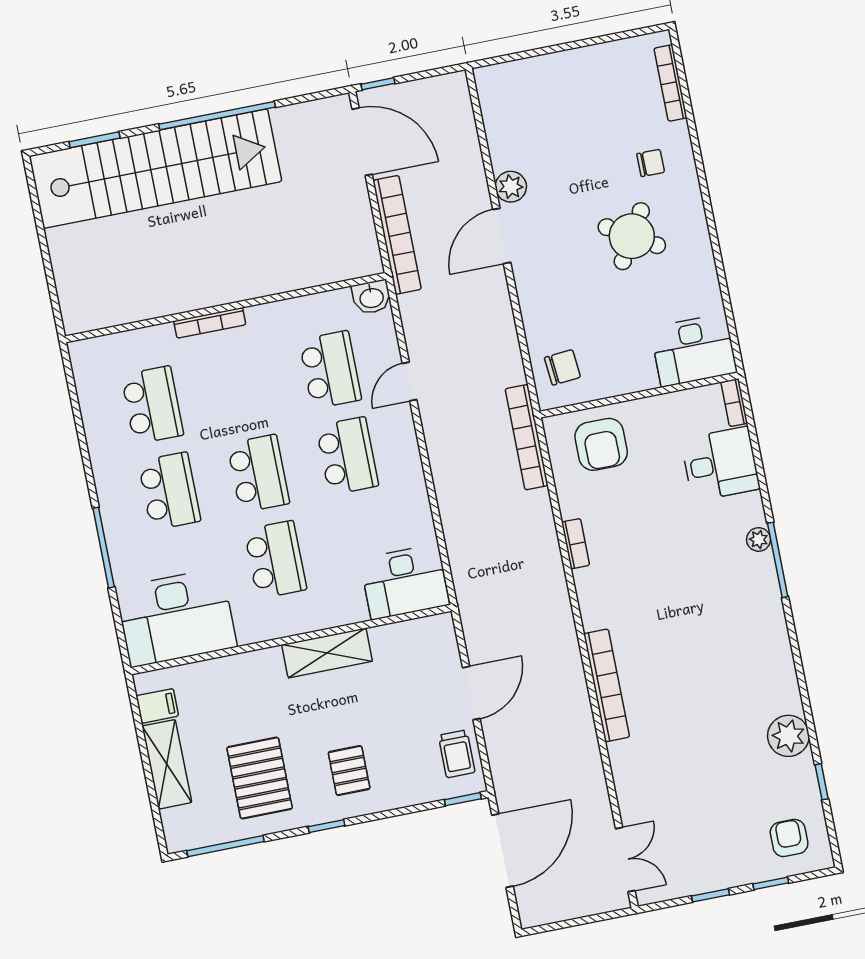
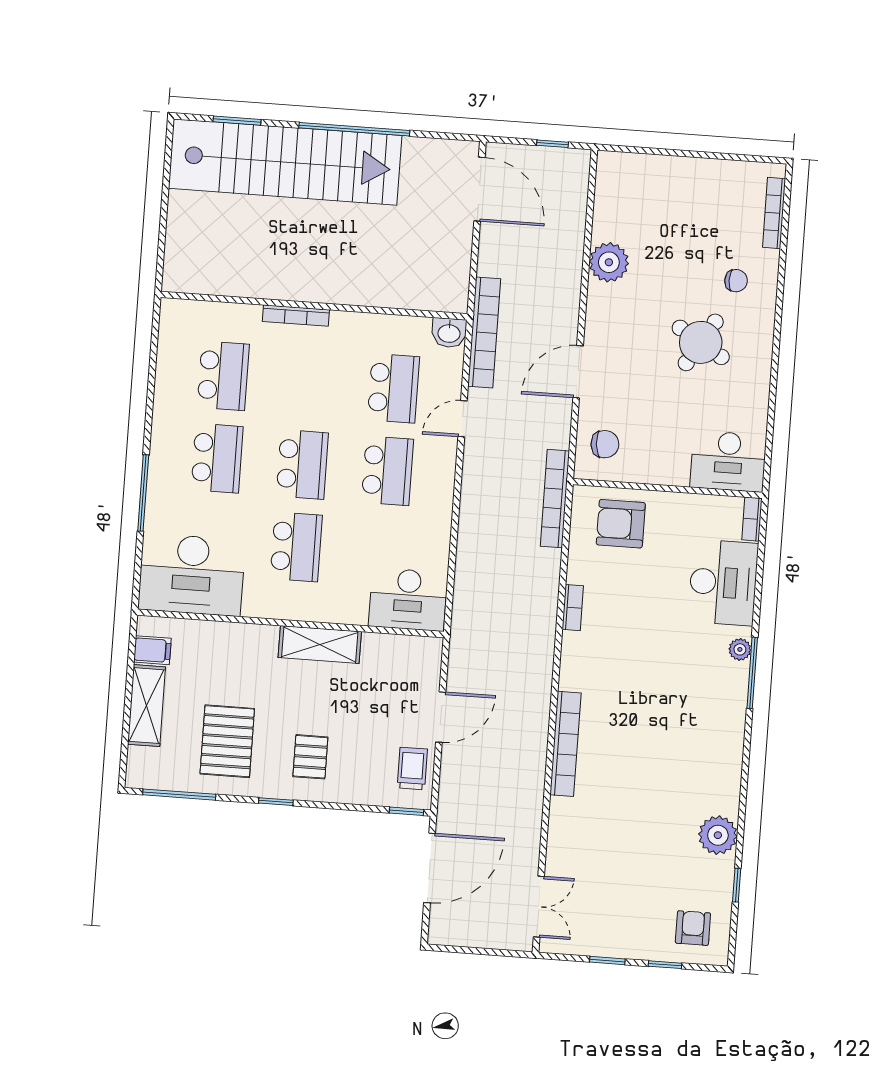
window: (378, 84) -> (552, 144), moved
plant: (511, 187) -> (609, 262), width x1.36, depth x1.36
bookcase: (397, 235) -> (484, 332), moved
door: (502, 236) -> (578, 372), moved
armchair: (601, 444) -> (621, 524), turned 90
desk: (720, 464) -> (723, 583), width x1.37
trolley: (457, 754) -> (412, 769), turned 180

